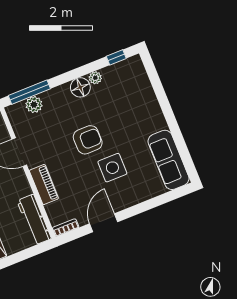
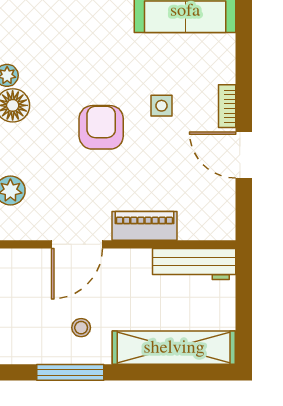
side table: (112, 168) -> (162, 106), width x0.54, depth x0.54
bookcase: (66, 228) -> (227, 106), moved

